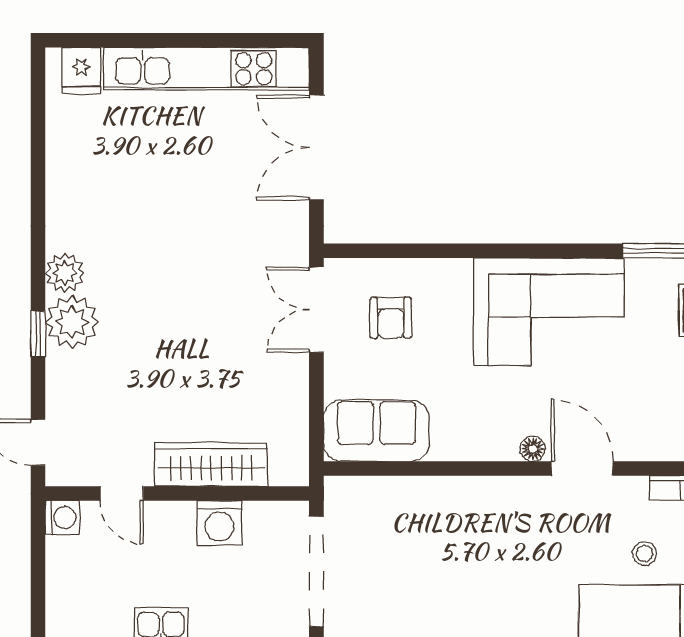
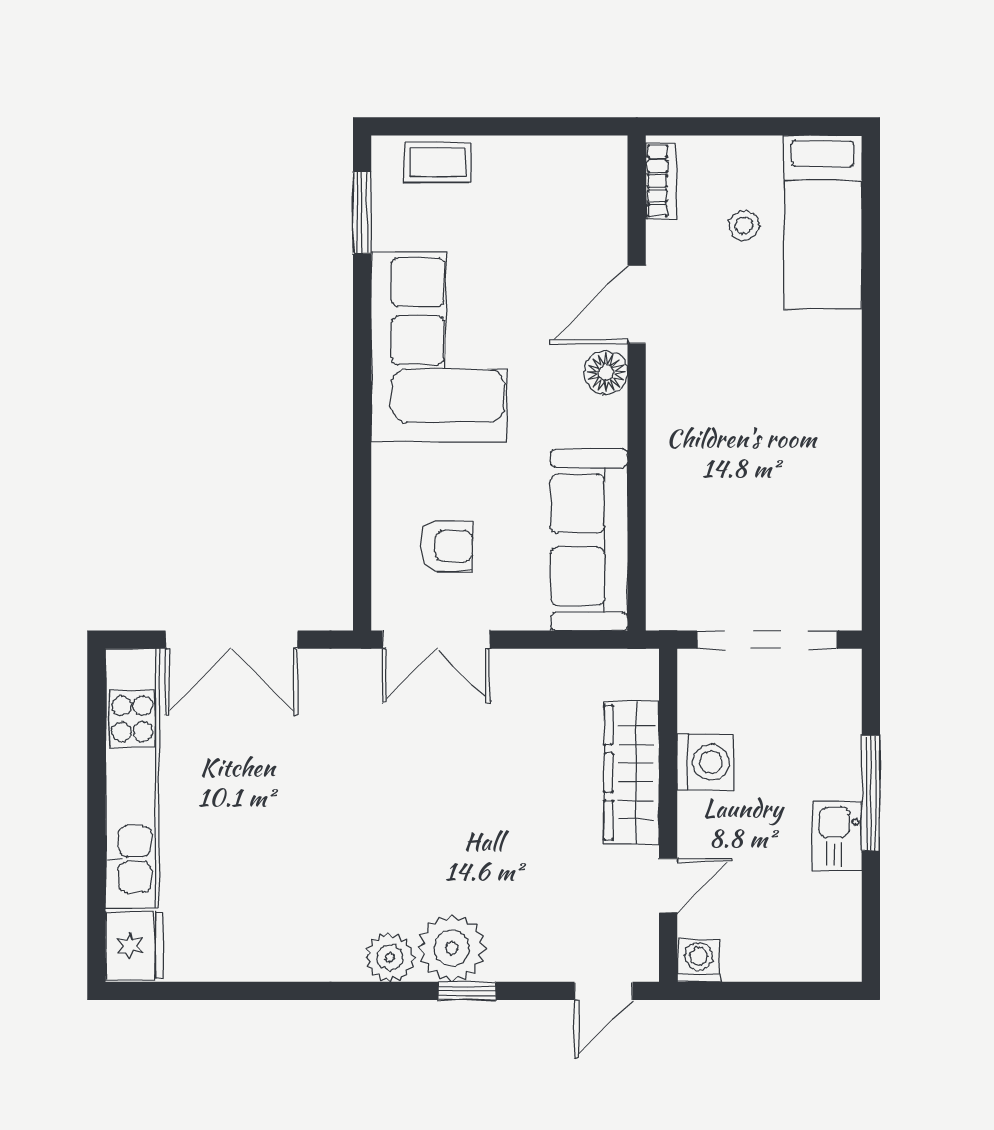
fridge: (81, 70) -> (134, 946), width x1.38
sofa: (376, 431) -> (589, 540), width x1.36
floor lamp: (533, 449) -> (606, 372), width x1.37, depth x1.37

